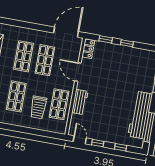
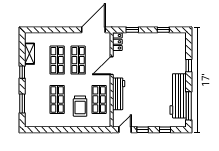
window: (127, 43) -> (163, 30), moved
door: (78, 72) -> (112, 66), hinge flipped
workbench: (80, 102) -> (119, 94), width x1.38
door: (80, 140) -> (125, 130), hinge flipped

